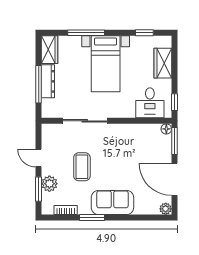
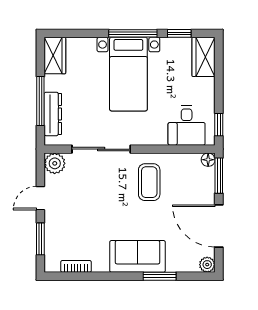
window: (86, 33) -> (133, 33), moved
wardrobe: (163, 63) -> (204, 57), moved
dresser: (48, 81) -> (53, 114), moved
door: (39, 158) -> (40, 198), hinge flipped
coffee table: (82, 167) -> (149, 182), moved
plant: (49, 184) -> (55, 163), moved
window: (92, 218) -> (160, 276), moved

